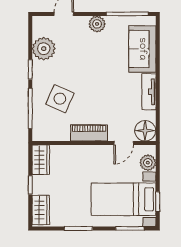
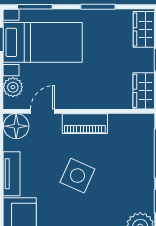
side table: (60, 99) -> (77, 176), moved

